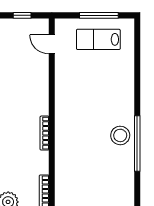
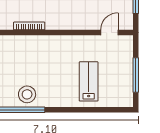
lab bench: (98, 39) -> (89, 81), moved

